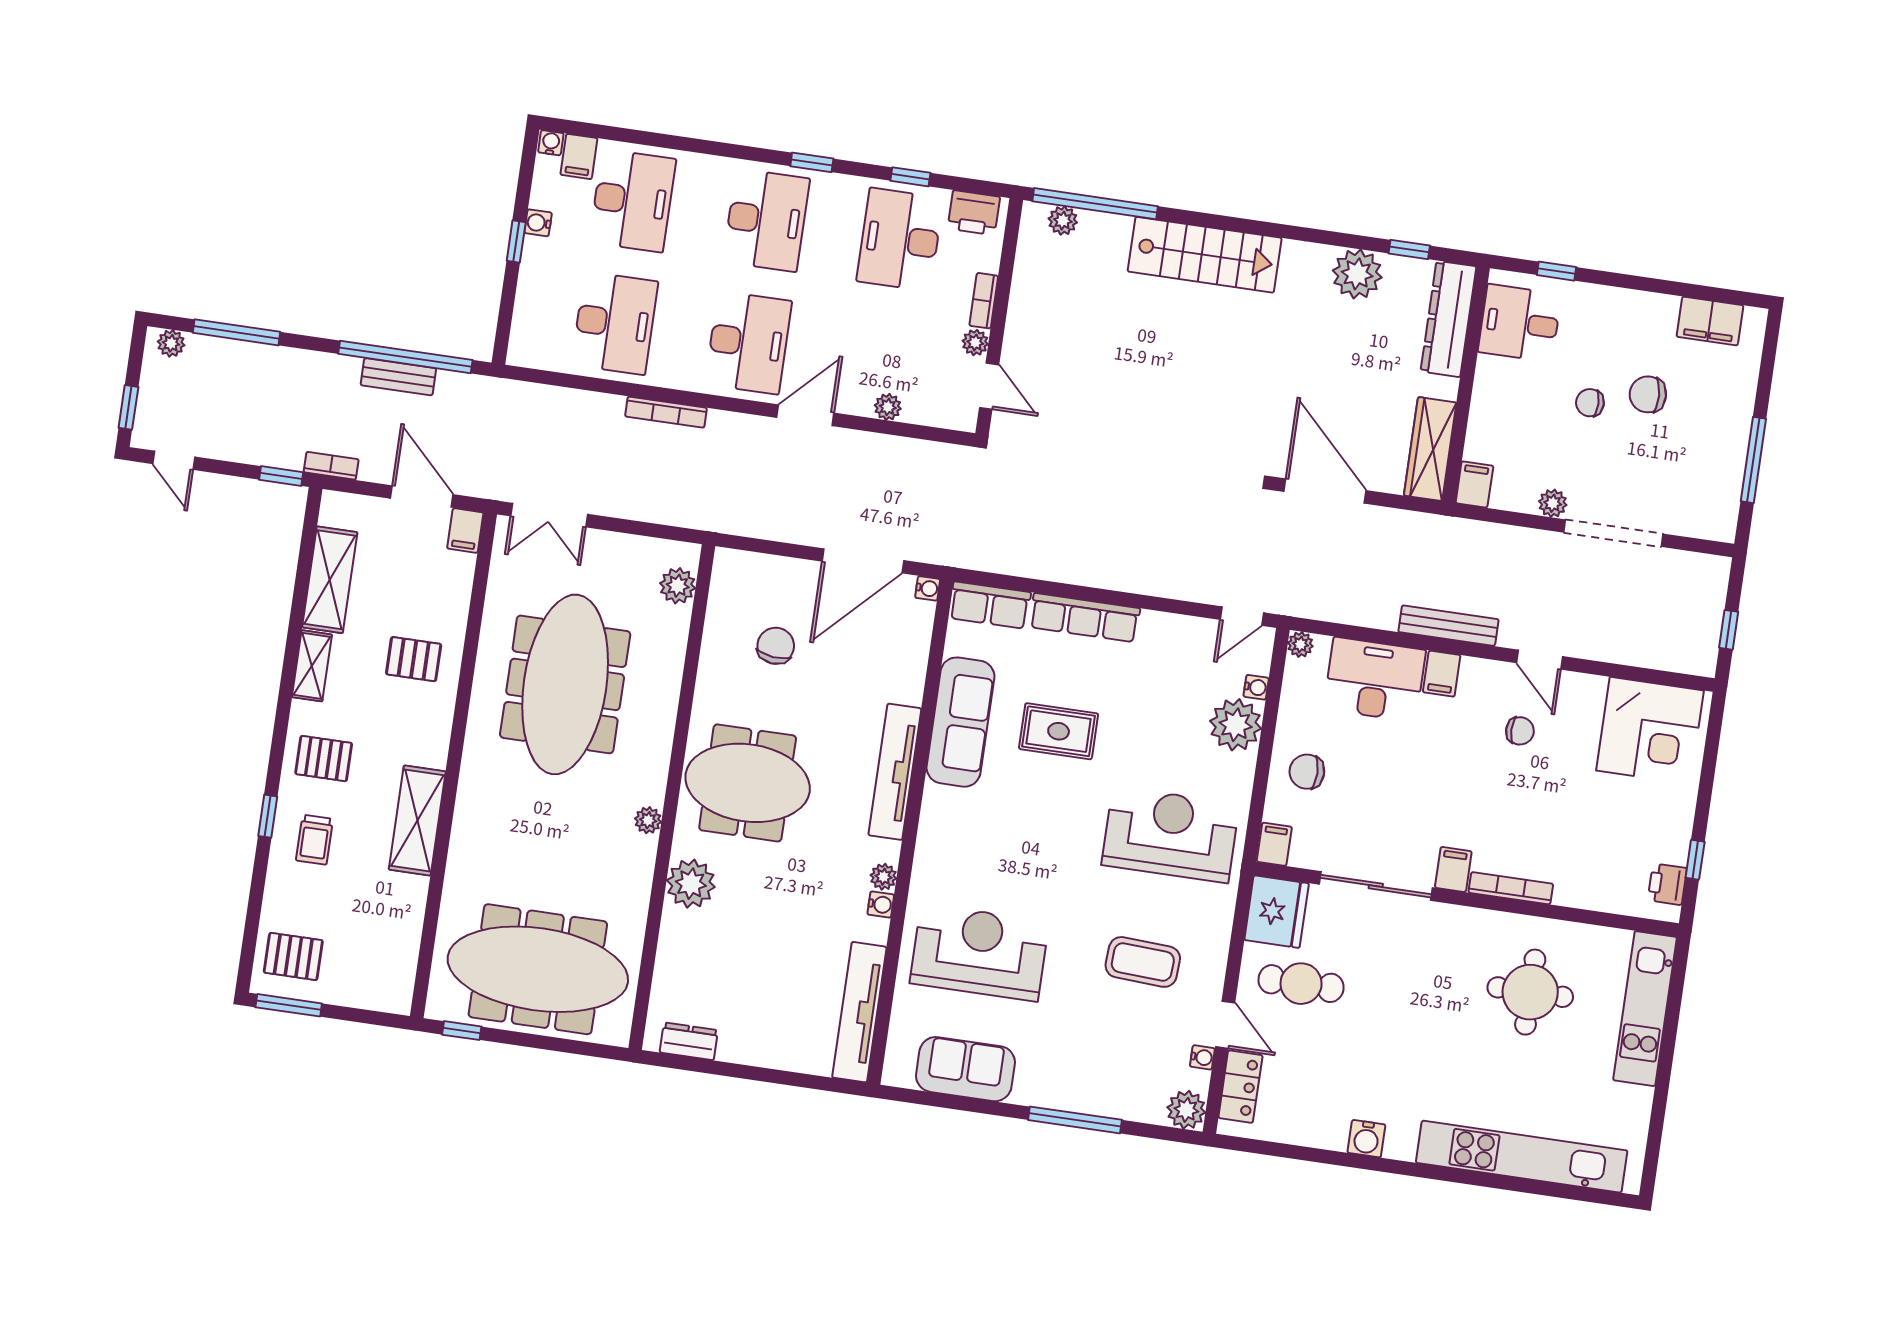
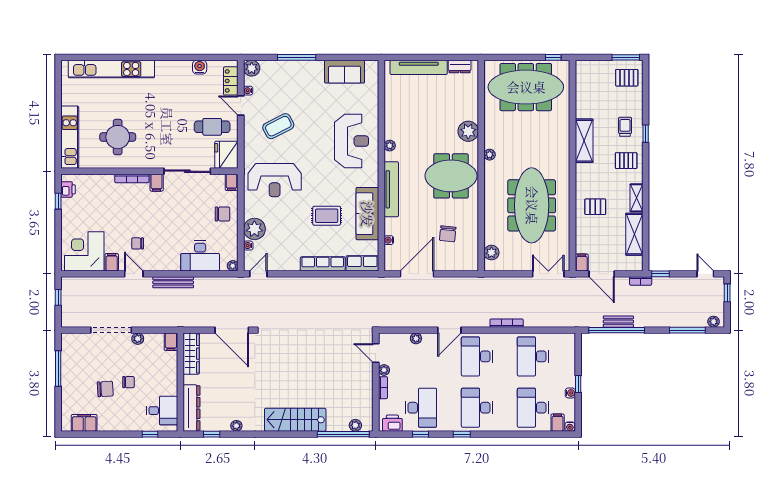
plant: (1357, 274) -> (236, 426), width x0.53, depth x0.53
water cooler: (928, 588) -> (389, 240), moved
filing cabinet: (1442, 674) -> (112, 262), moved
water cooler: (881, 904) -> (389, 134), removed
reception desk: (979, 952) -> (351, 141), moved, turned -90
coffee table: (1143, 962) -> (278, 126), turned -30
tv unit: (859, 1012) -> (419, 67), moved, turned 90
water cooler: (1366, 1139) -> (200, 67), moved

